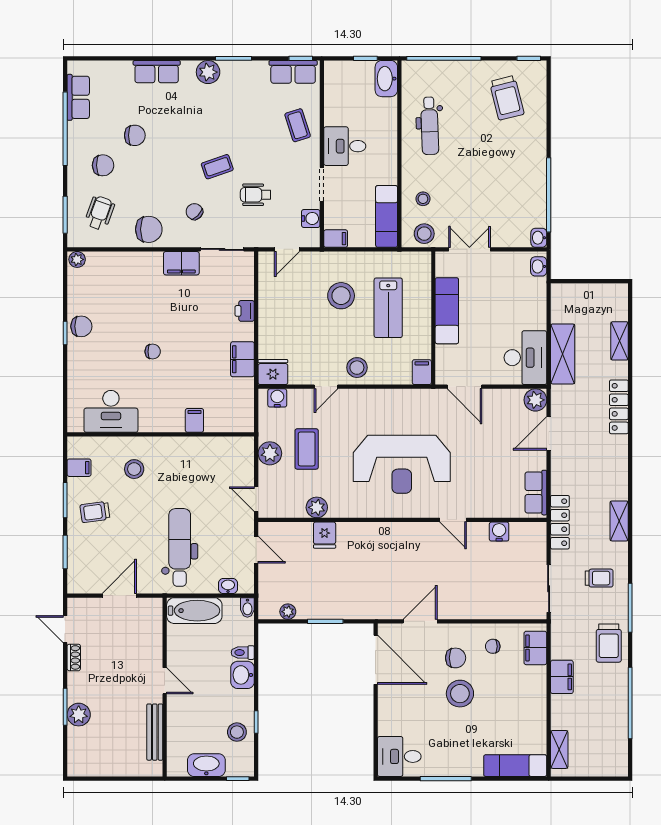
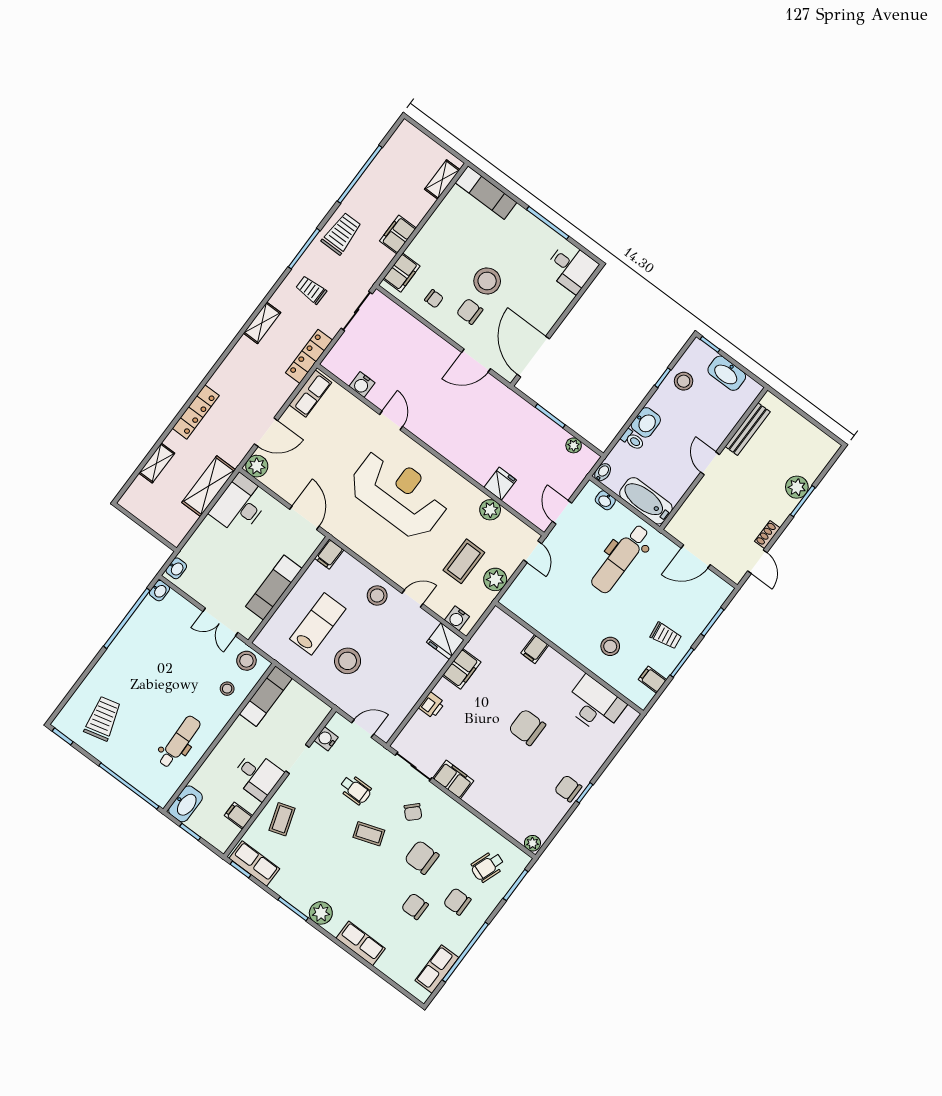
chair: (149, 229) -> (422, 857), moved
filing cabinet: (336, 239) -> (238, 816), moved
chair: (153, 352) -> (527, 727), width x1.87, depth x1.87

